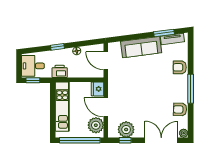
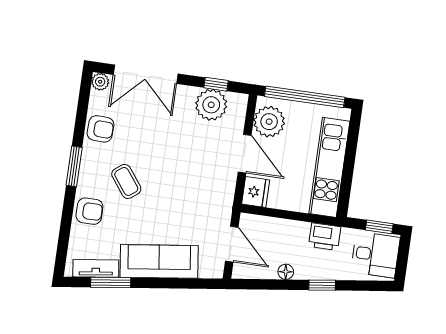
coffee table: (163, 85) -> (126, 181), added
window: (191, 89) -> (74, 166), width x0.69

